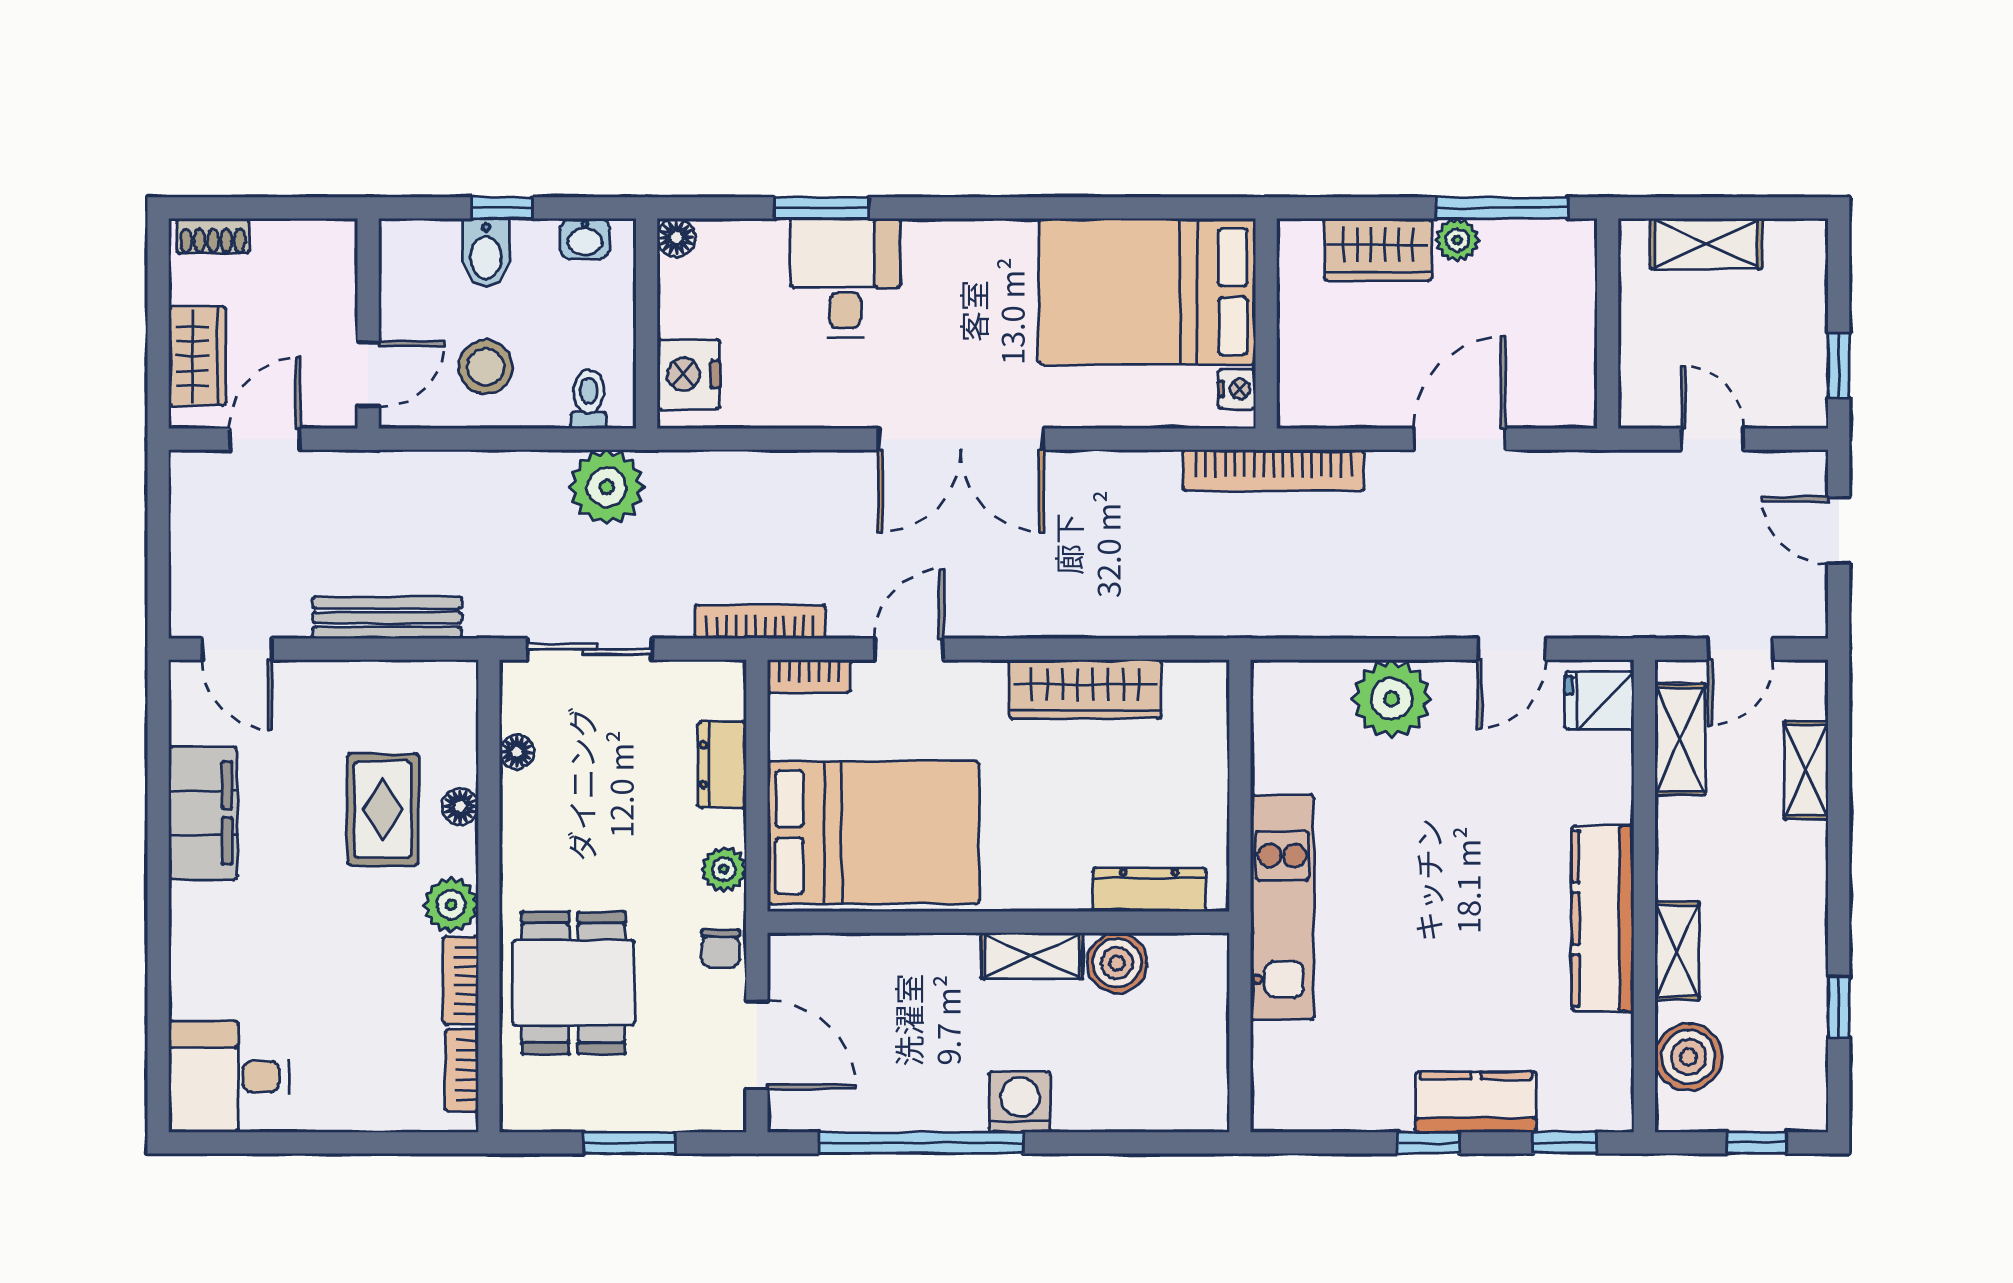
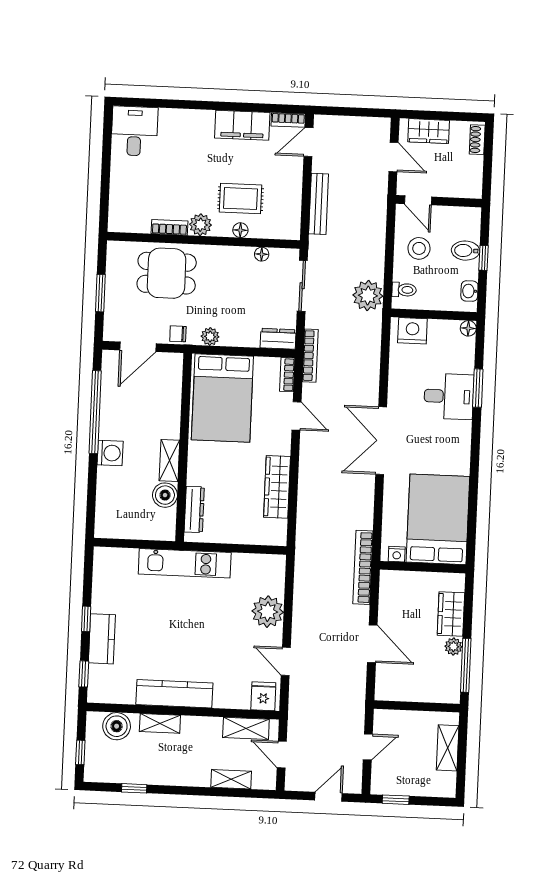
dresser: (722, 765) -> (278, 339), moved
bookcase: (462, 1070) -> (288, 120), moved, turned 180

